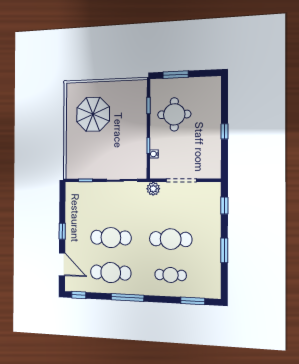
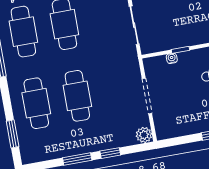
plant: (153, 189) -> (144, 135), moved
window: (224, 206) -> (110, 153), moved
cafe table: (171, 275) -> (36, 103), width x1.37, depth x1.35

